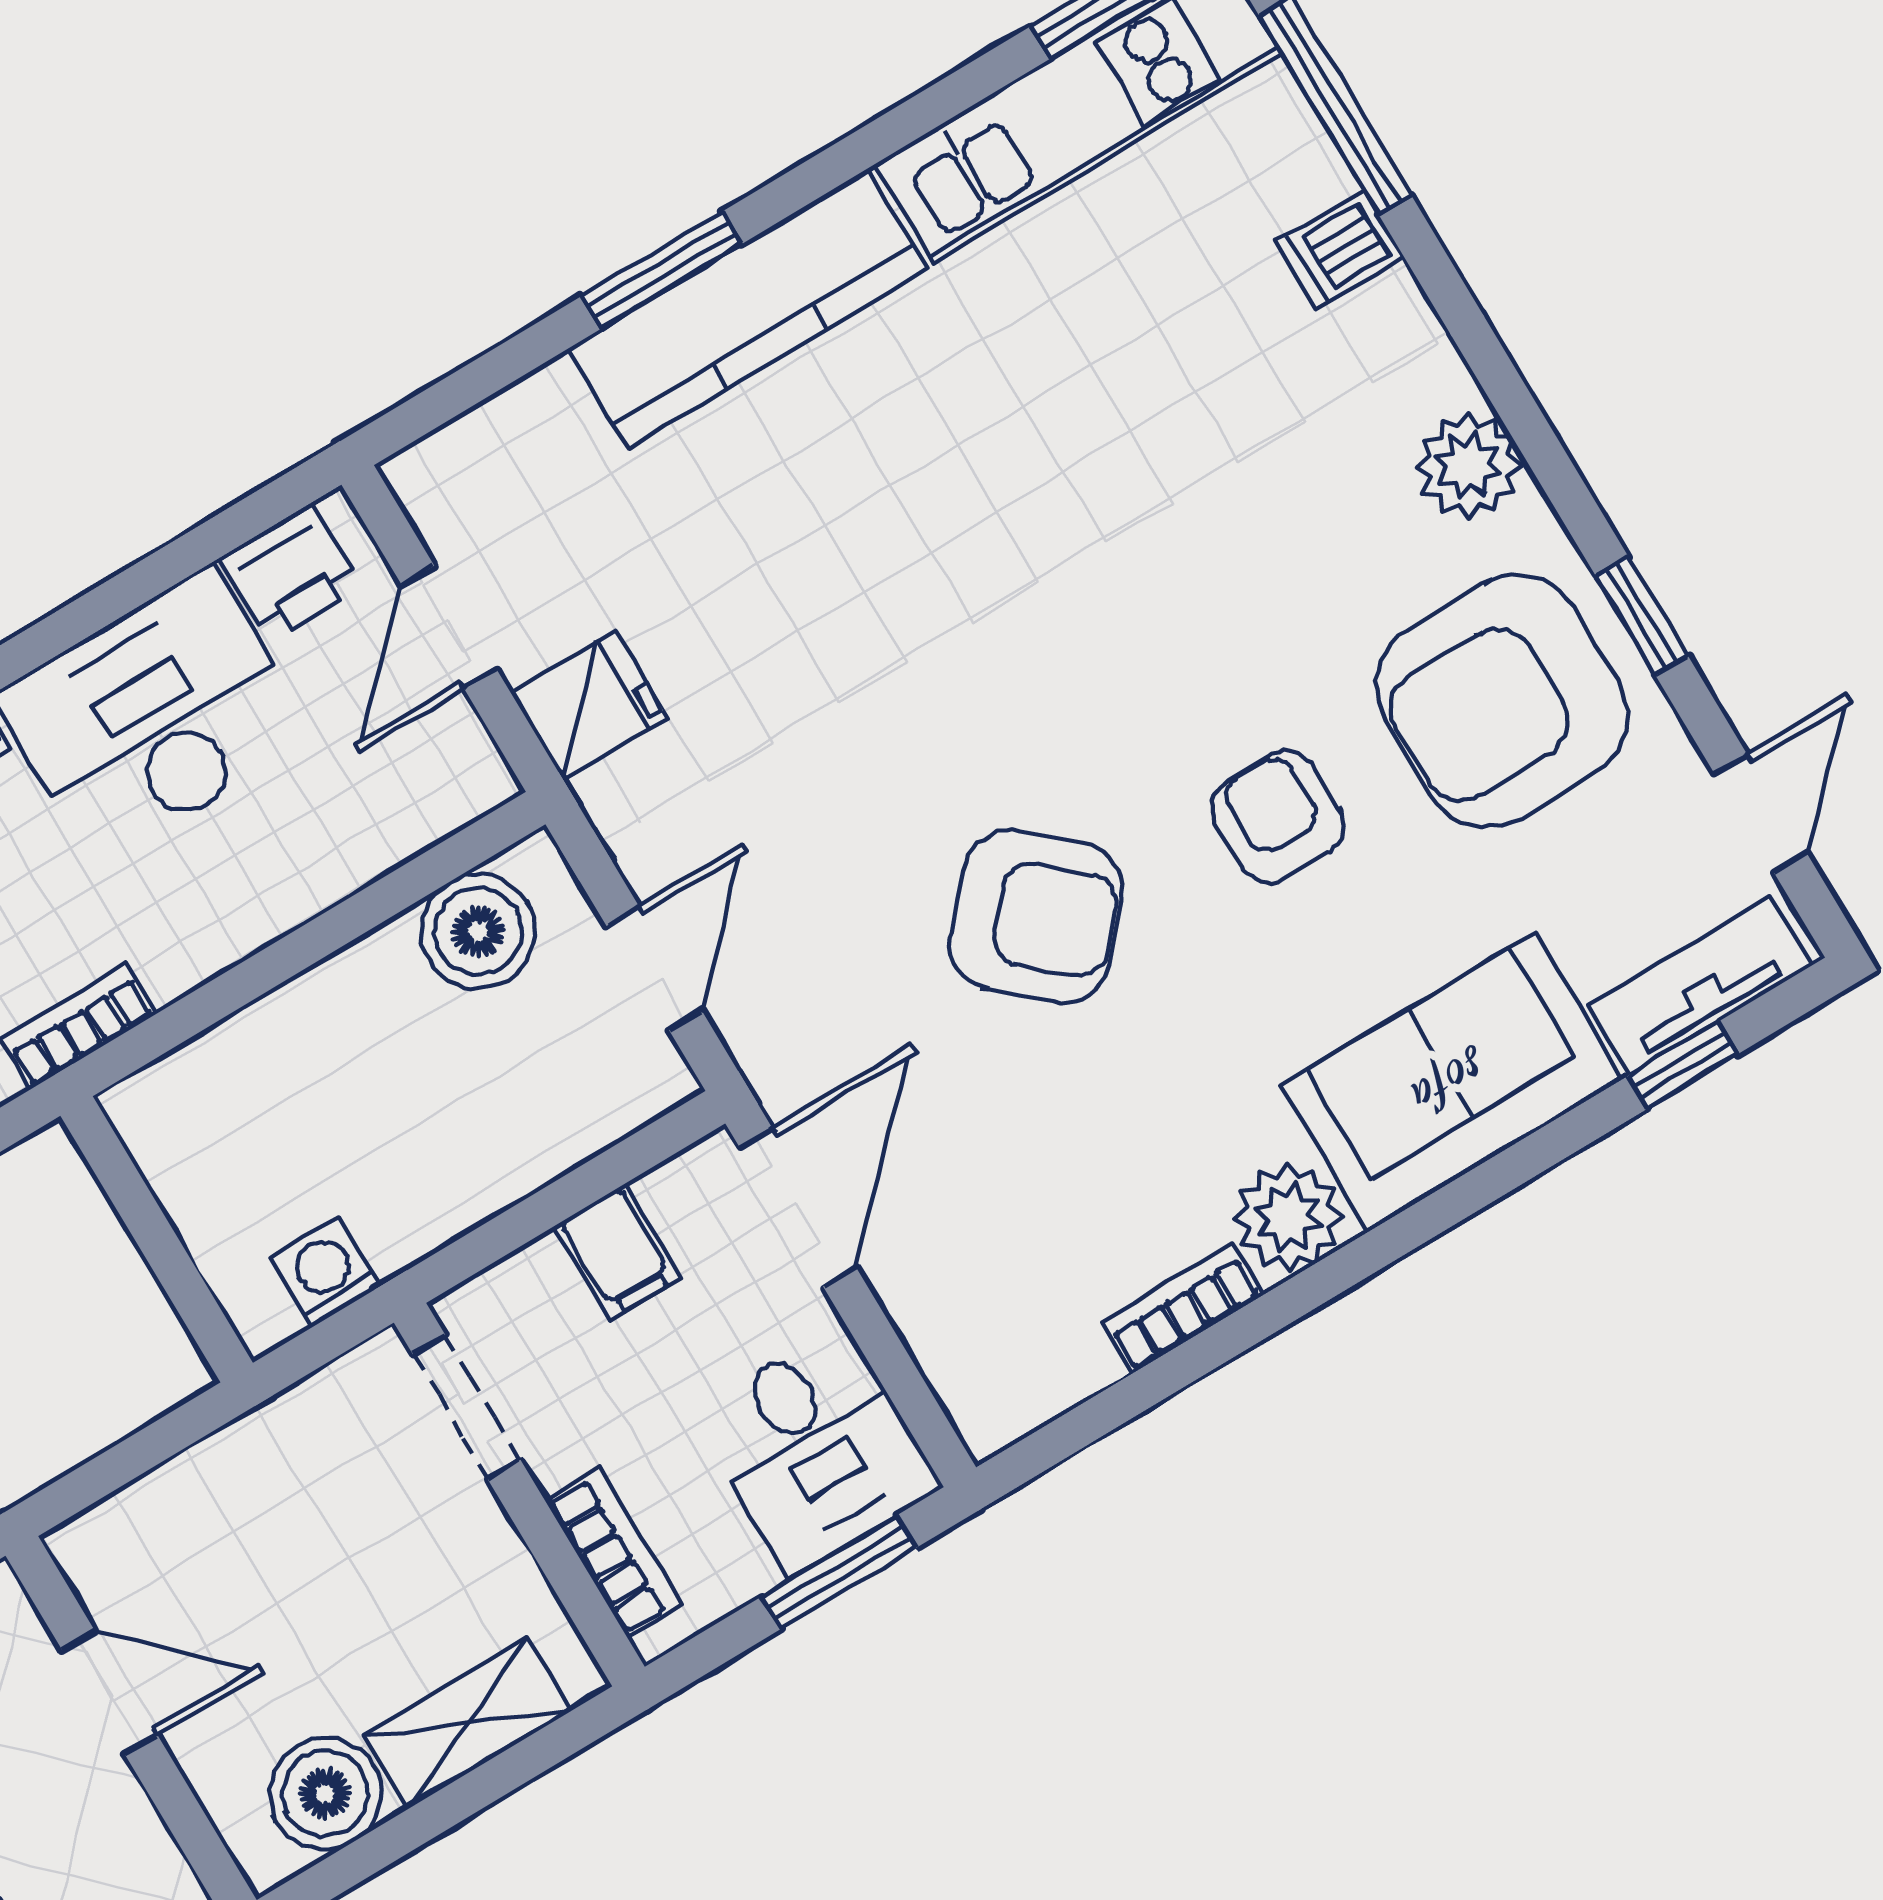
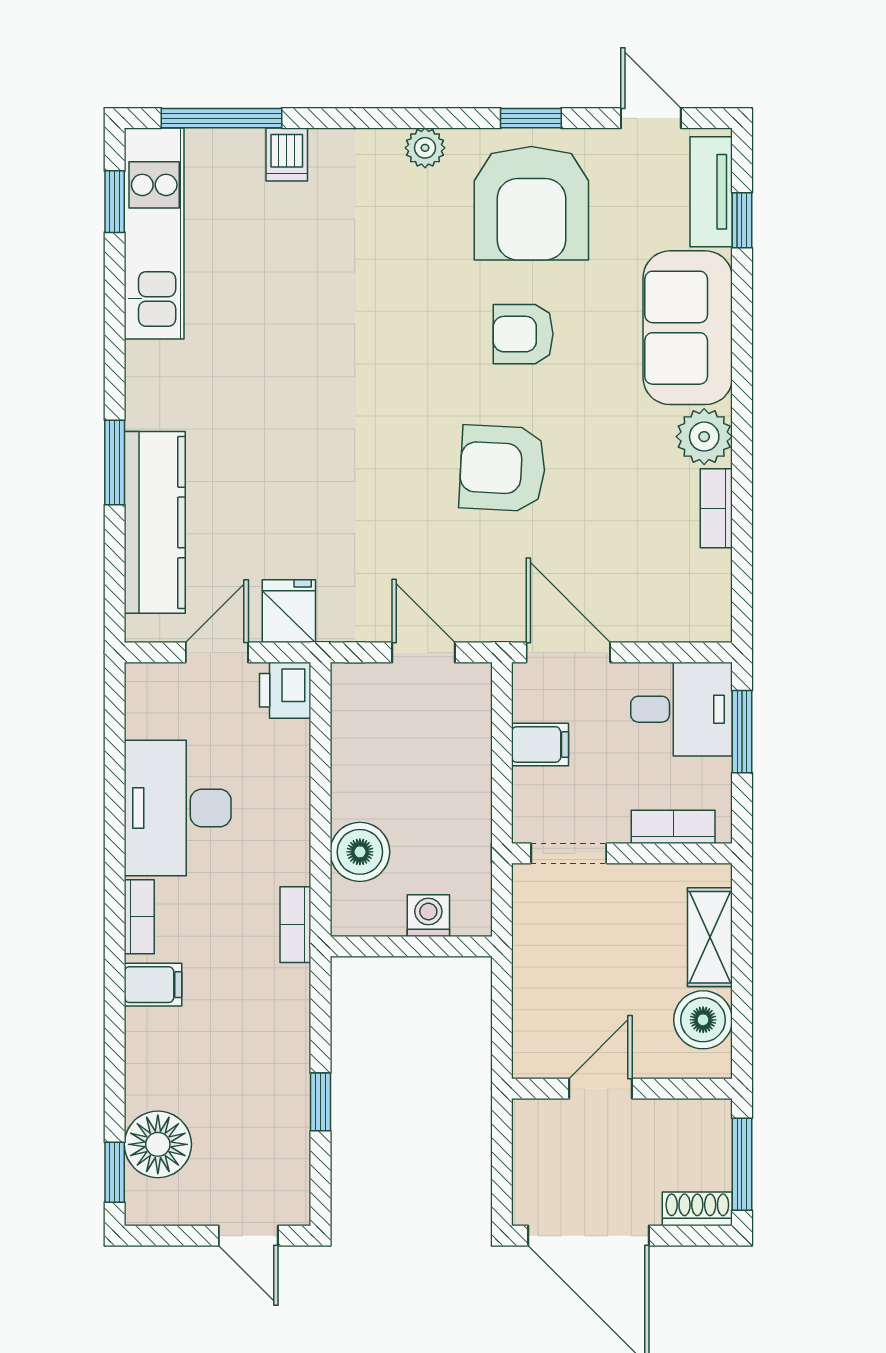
kitchen counter: (748, 308) -> (155, 522), moved
plant: (1468, 466) -> (425, 148), width x0.73, depth x0.73
printer: (291, 572) -> (285, 690), moved, turned 180
door: (449, 627) -> (217, 652), swing flipped
armchair: (1036, 916) -> (503, 468), turned -129
boiler: (478, 931) -> (360, 852), moved
washing machine: (326, 1272) -> (428, 916), moved, turned 90

